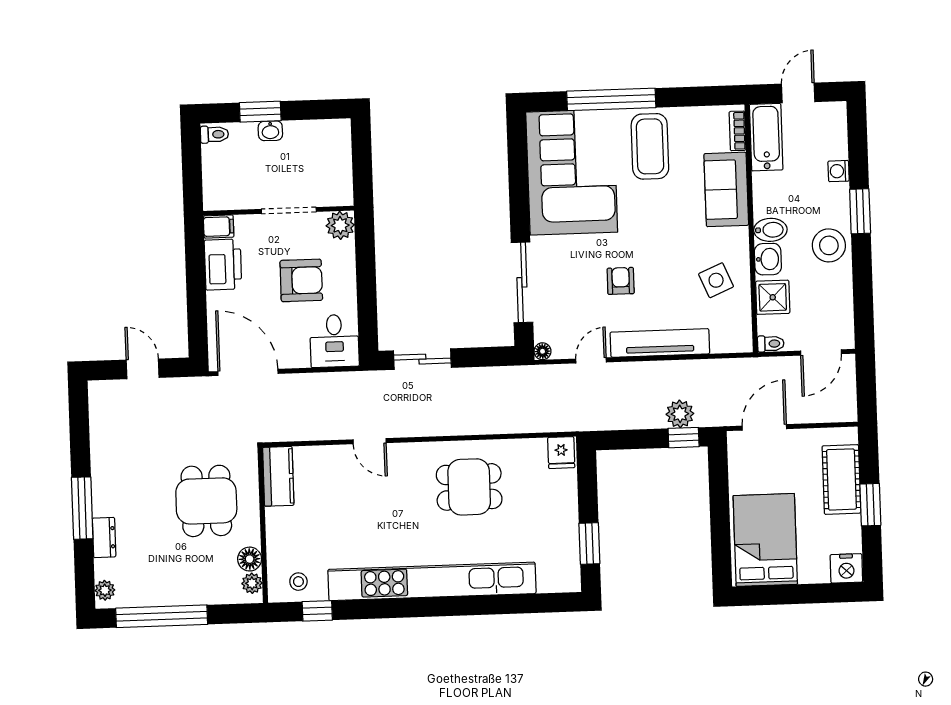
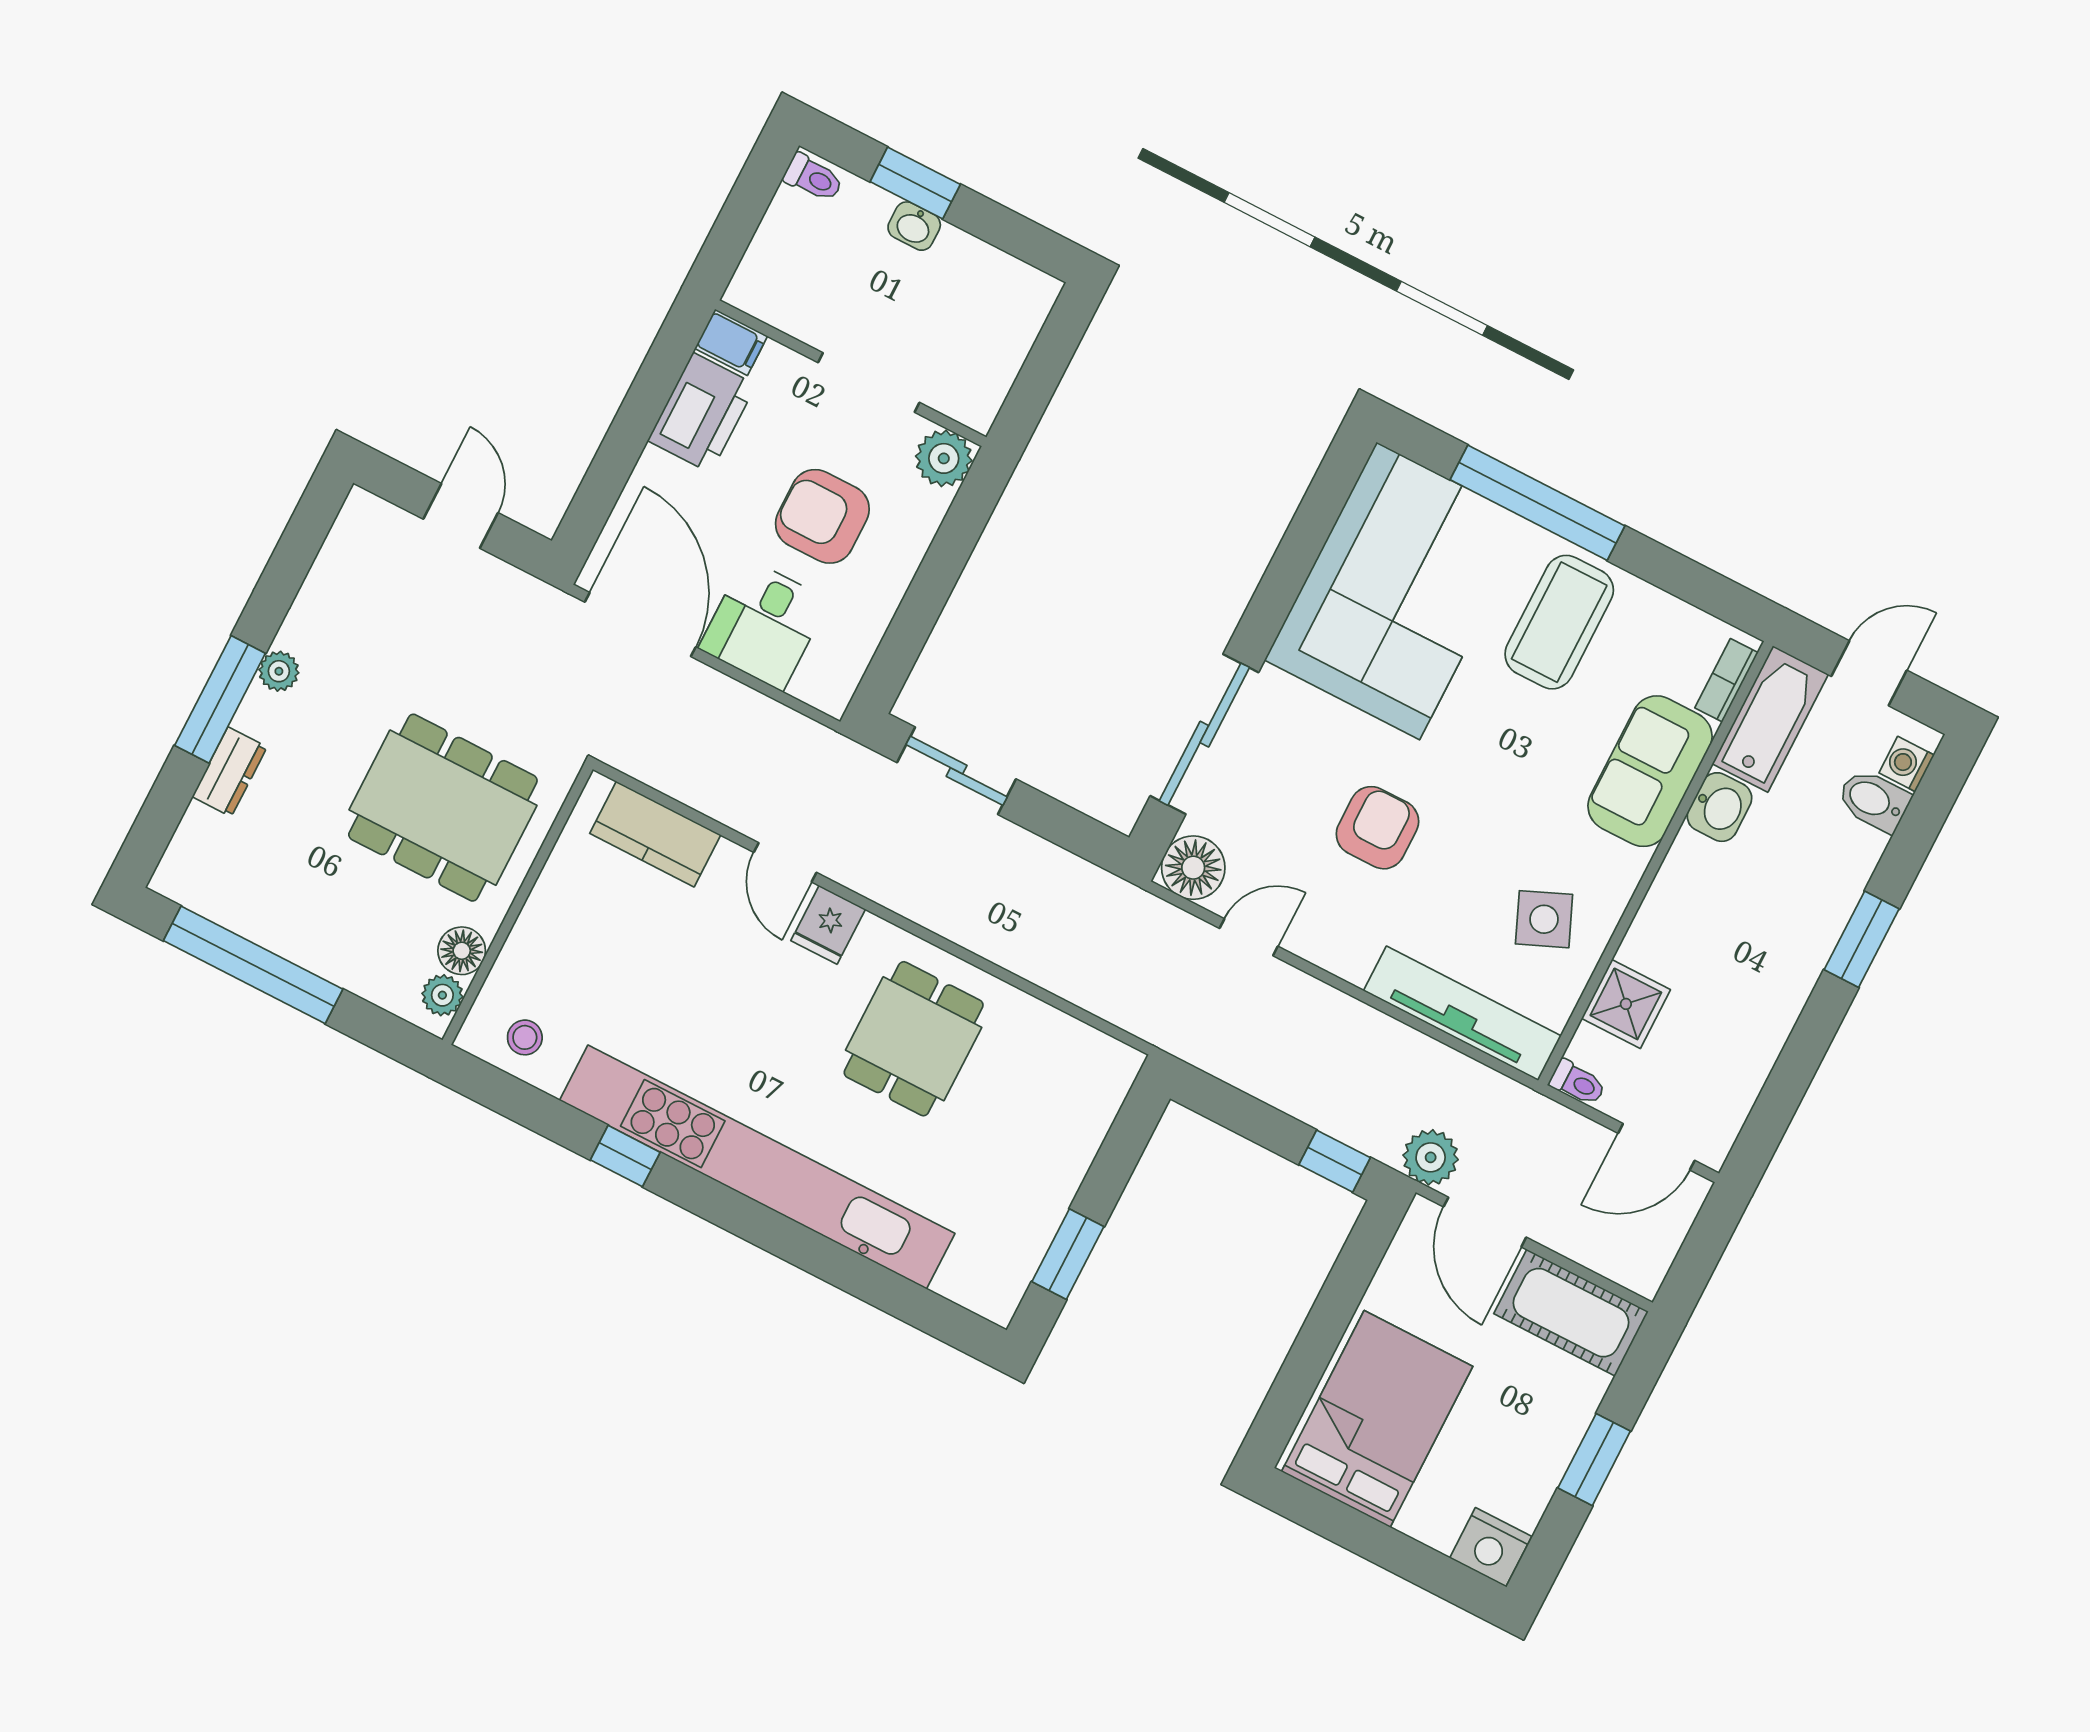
washing machine: (839, 171) -> (1907, 764), moved
bidet: (770, 230) -> (1874, 800), moved, turned 180
stool: (829, 245) -> (1774, 968), removed
washbasin: (768, 259) -> (1719, 807), moved
armchair: (301, 280) -> (822, 516), turned 180
armchair: (621, 281) -> (1377, 828), width x1.38, depth x1.38
desk: (334, 341) -> (764, 624), moved
tv unit: (660, 343) -> (1462, 1013), moved
floor lamp: (543, 351) -> (1193, 868), width x1.89, depth x1.89
plant: (680, 414) -> (1431, 1157), moved
door: (764, 427) -> (1485, 1222), swing flipped
fridge: (561, 453) -> (828, 925), moved
kitchen counter: (278, 476) -> (655, 834), moved, turned 90
cot: (841, 479) -> (1571, 1313), moved, turned 90
dining table: (469, 487) -> (914, 1039), turned 90
dining table: (206, 501) -> (443, 808), width x1.38
plant: (105, 590) -> (279, 671), moved
window: (317, 611) -> (625, 1156), moved

